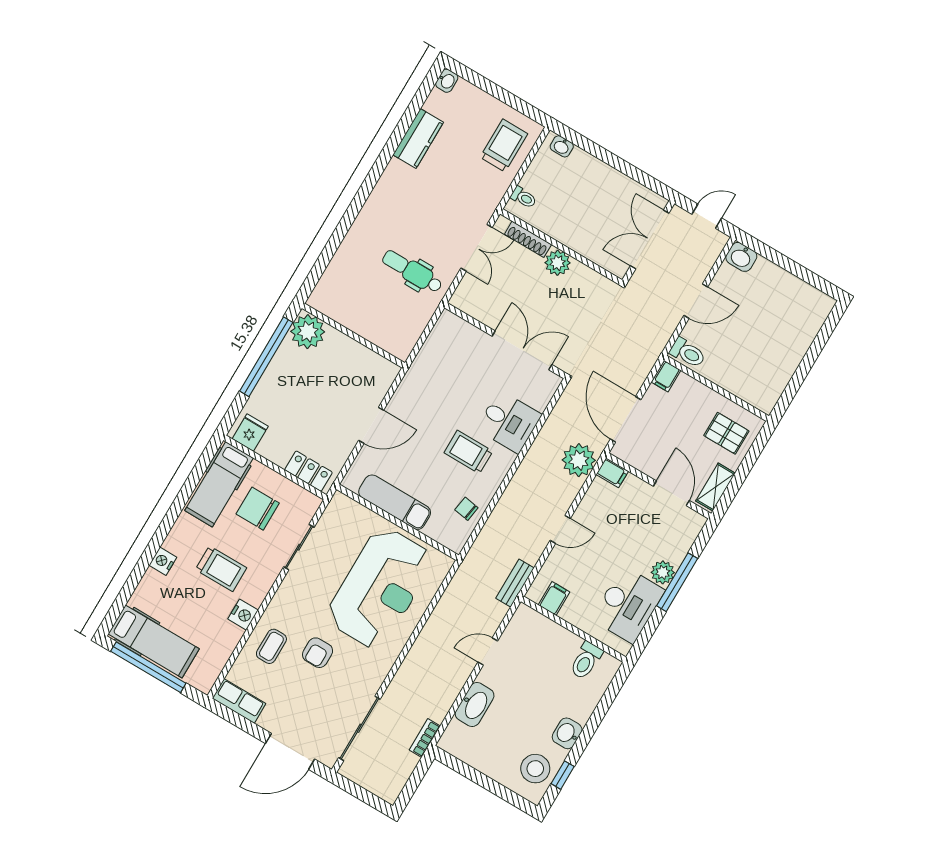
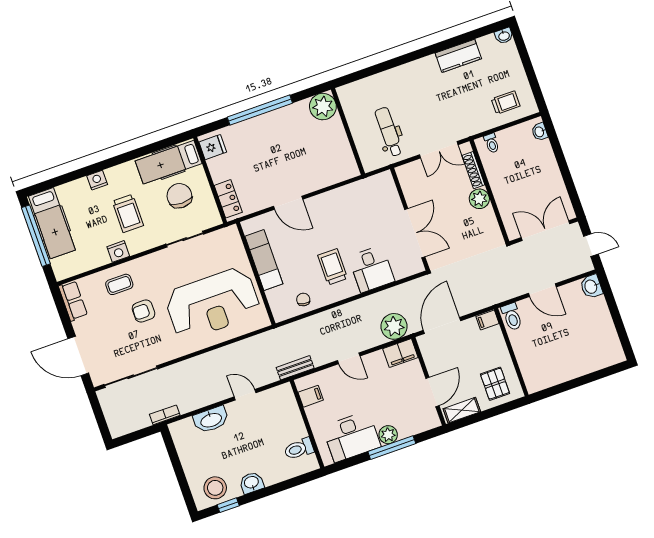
trolley: (504, 146) -> (506, 103), width x0.73, depth x0.72
plant: (308, 332) -> (323, 107), moved
wall: (353, 336) -> (348, 132), moved
filing cabinet: (612, 473) -> (400, 353), width x2.00

